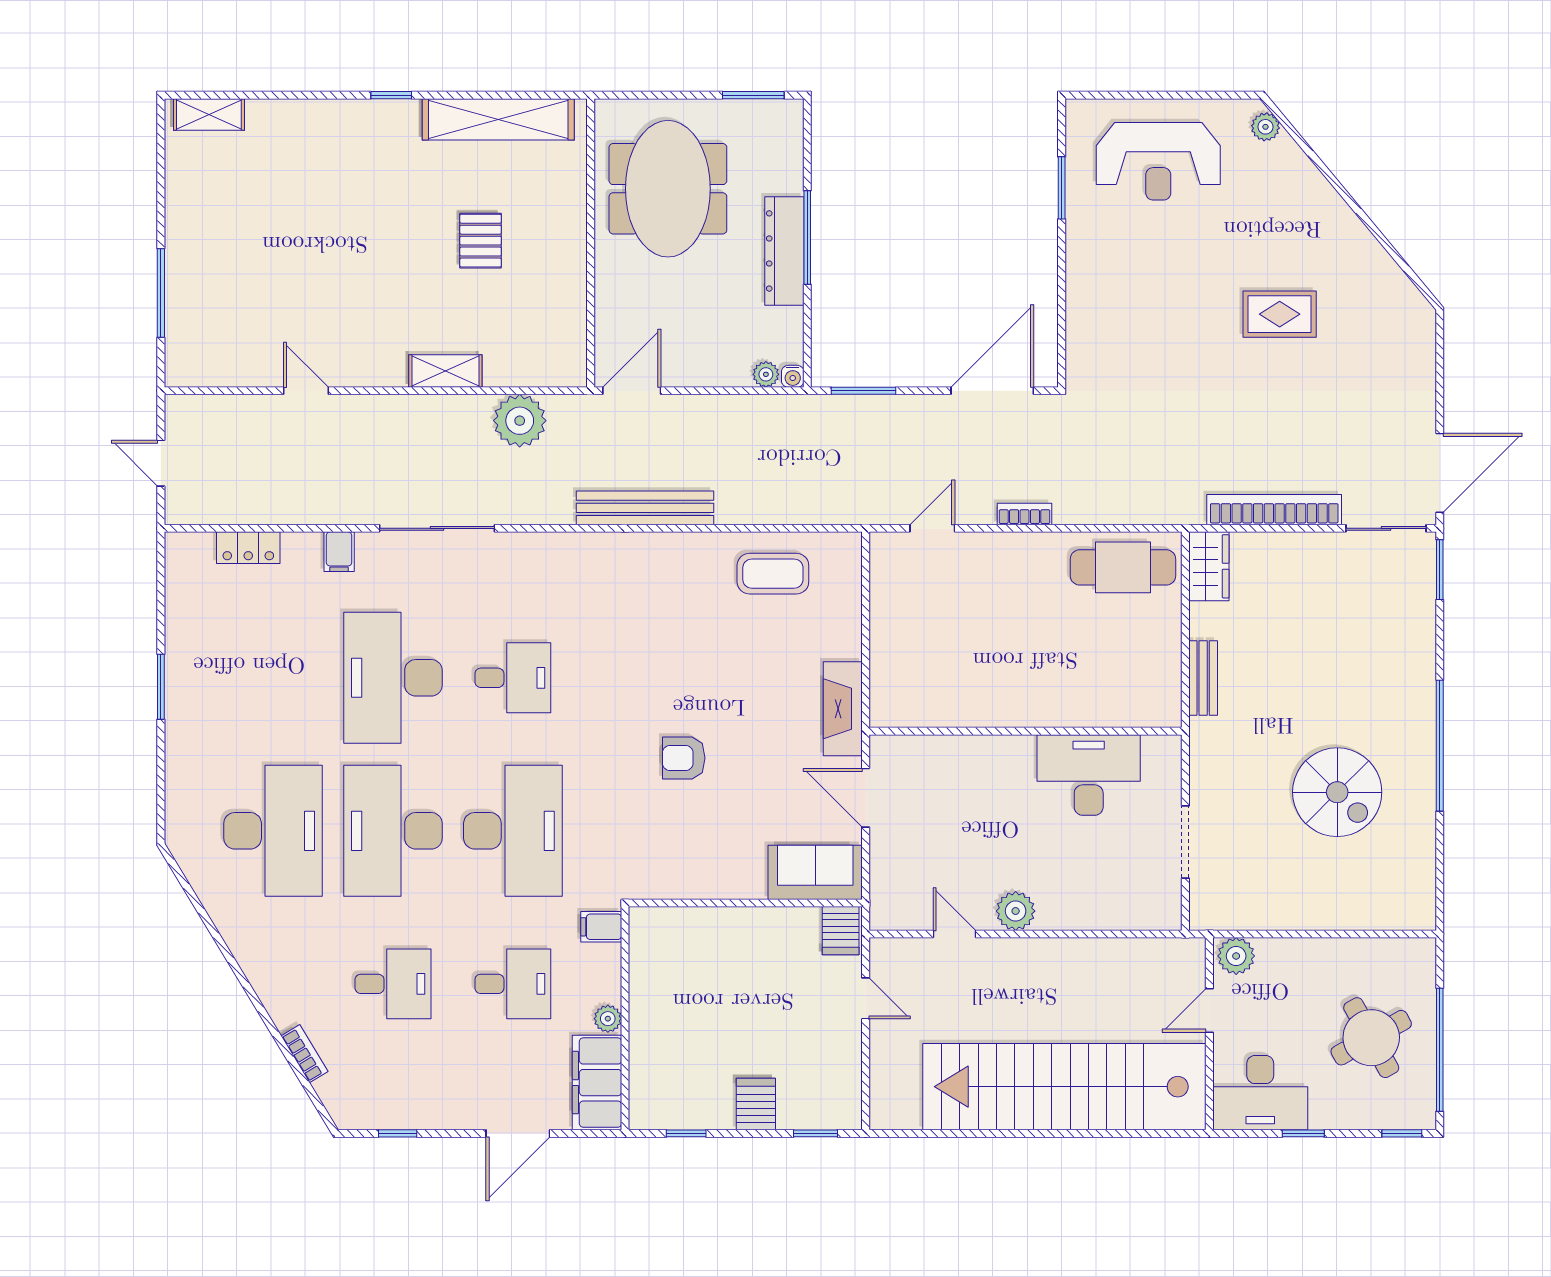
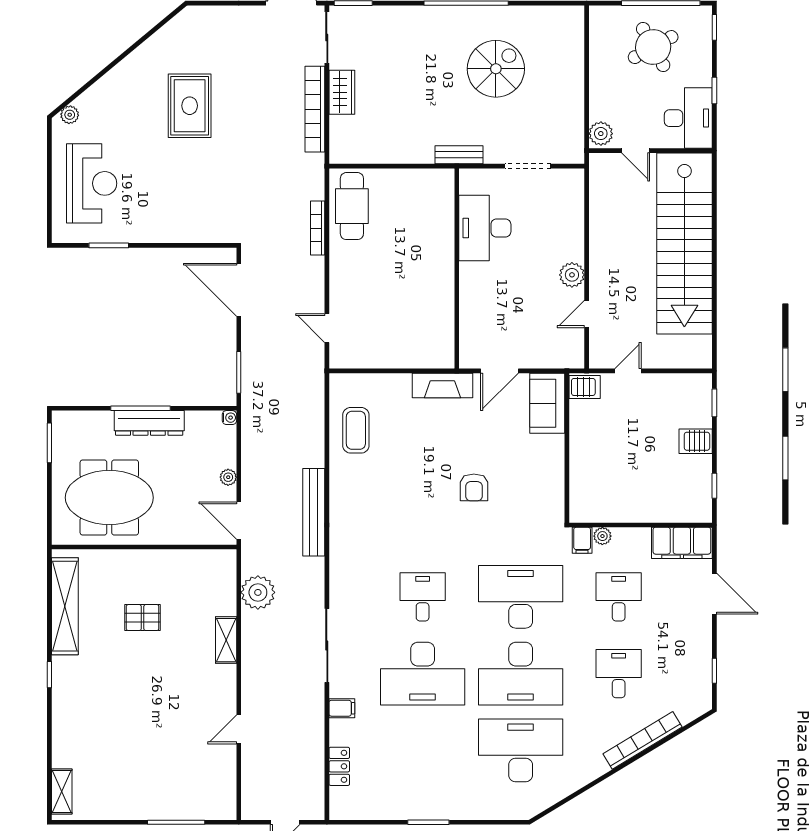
rug: (1280, 314) -> (190, 106), width x1.36, depth x1.43
plant: (766, 374) -> (228, 477), moved
bookcase: (1024, 514) -> (318, 228), moved, width x1.56
wardrobe: (1209, 566) -> (342, 92), moved, turned 90
bench: (1203, 678) -> (459, 155), moved
plant: (608, 1019) -> (602, 536), moved
bookcase: (305, 1054) -> (642, 740), width x2.31, depth x1.31

